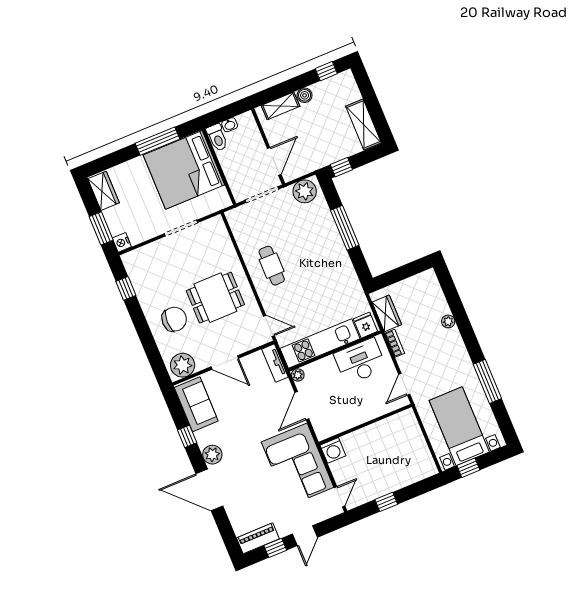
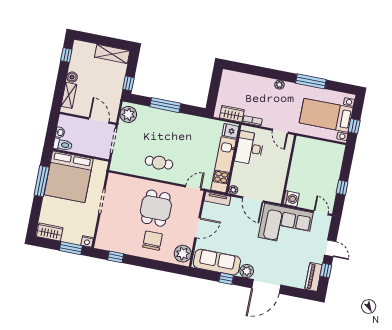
plant: (448, 321) -> (279, 85), moved
sofa: (196, 404) -> (217, 262), width x1.36

